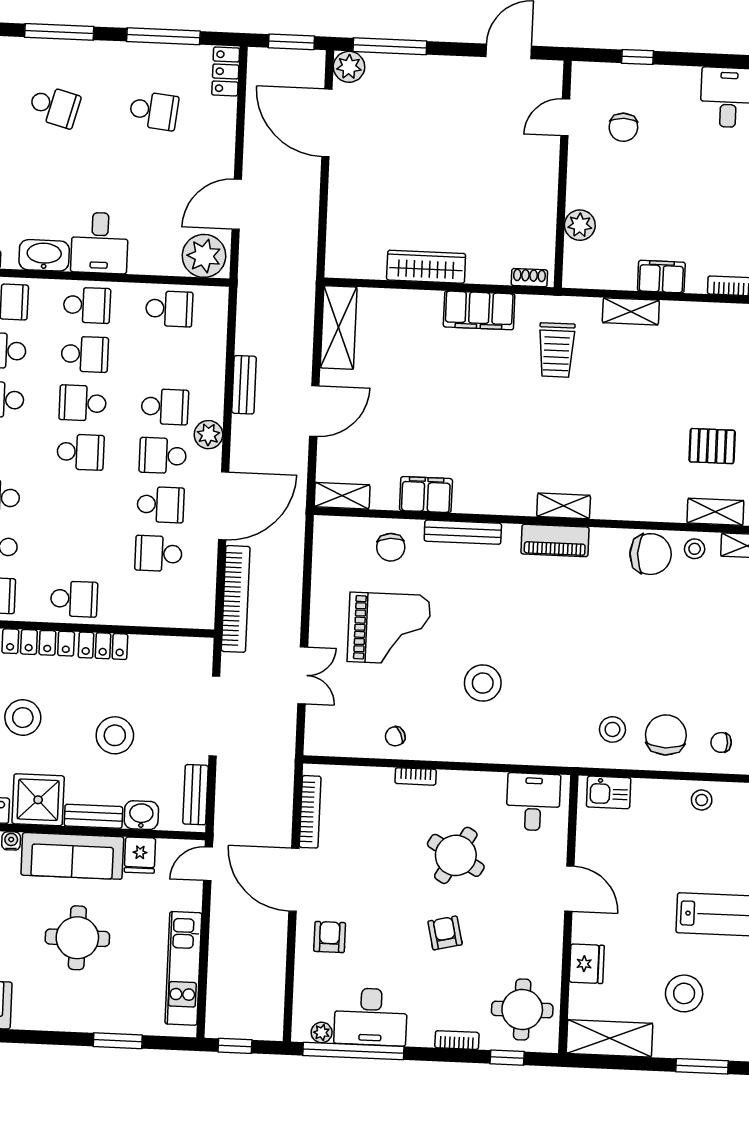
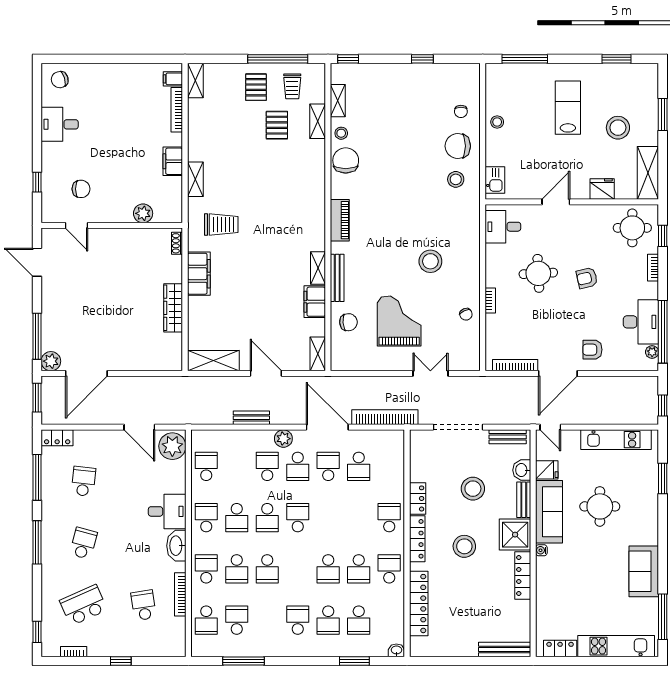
school desk: (85, 354) -> (237, 518), turned 180
shelving: (564, 506) -> (318, 268), moved
round table: (456, 855) -> (538, 273), turned -33

